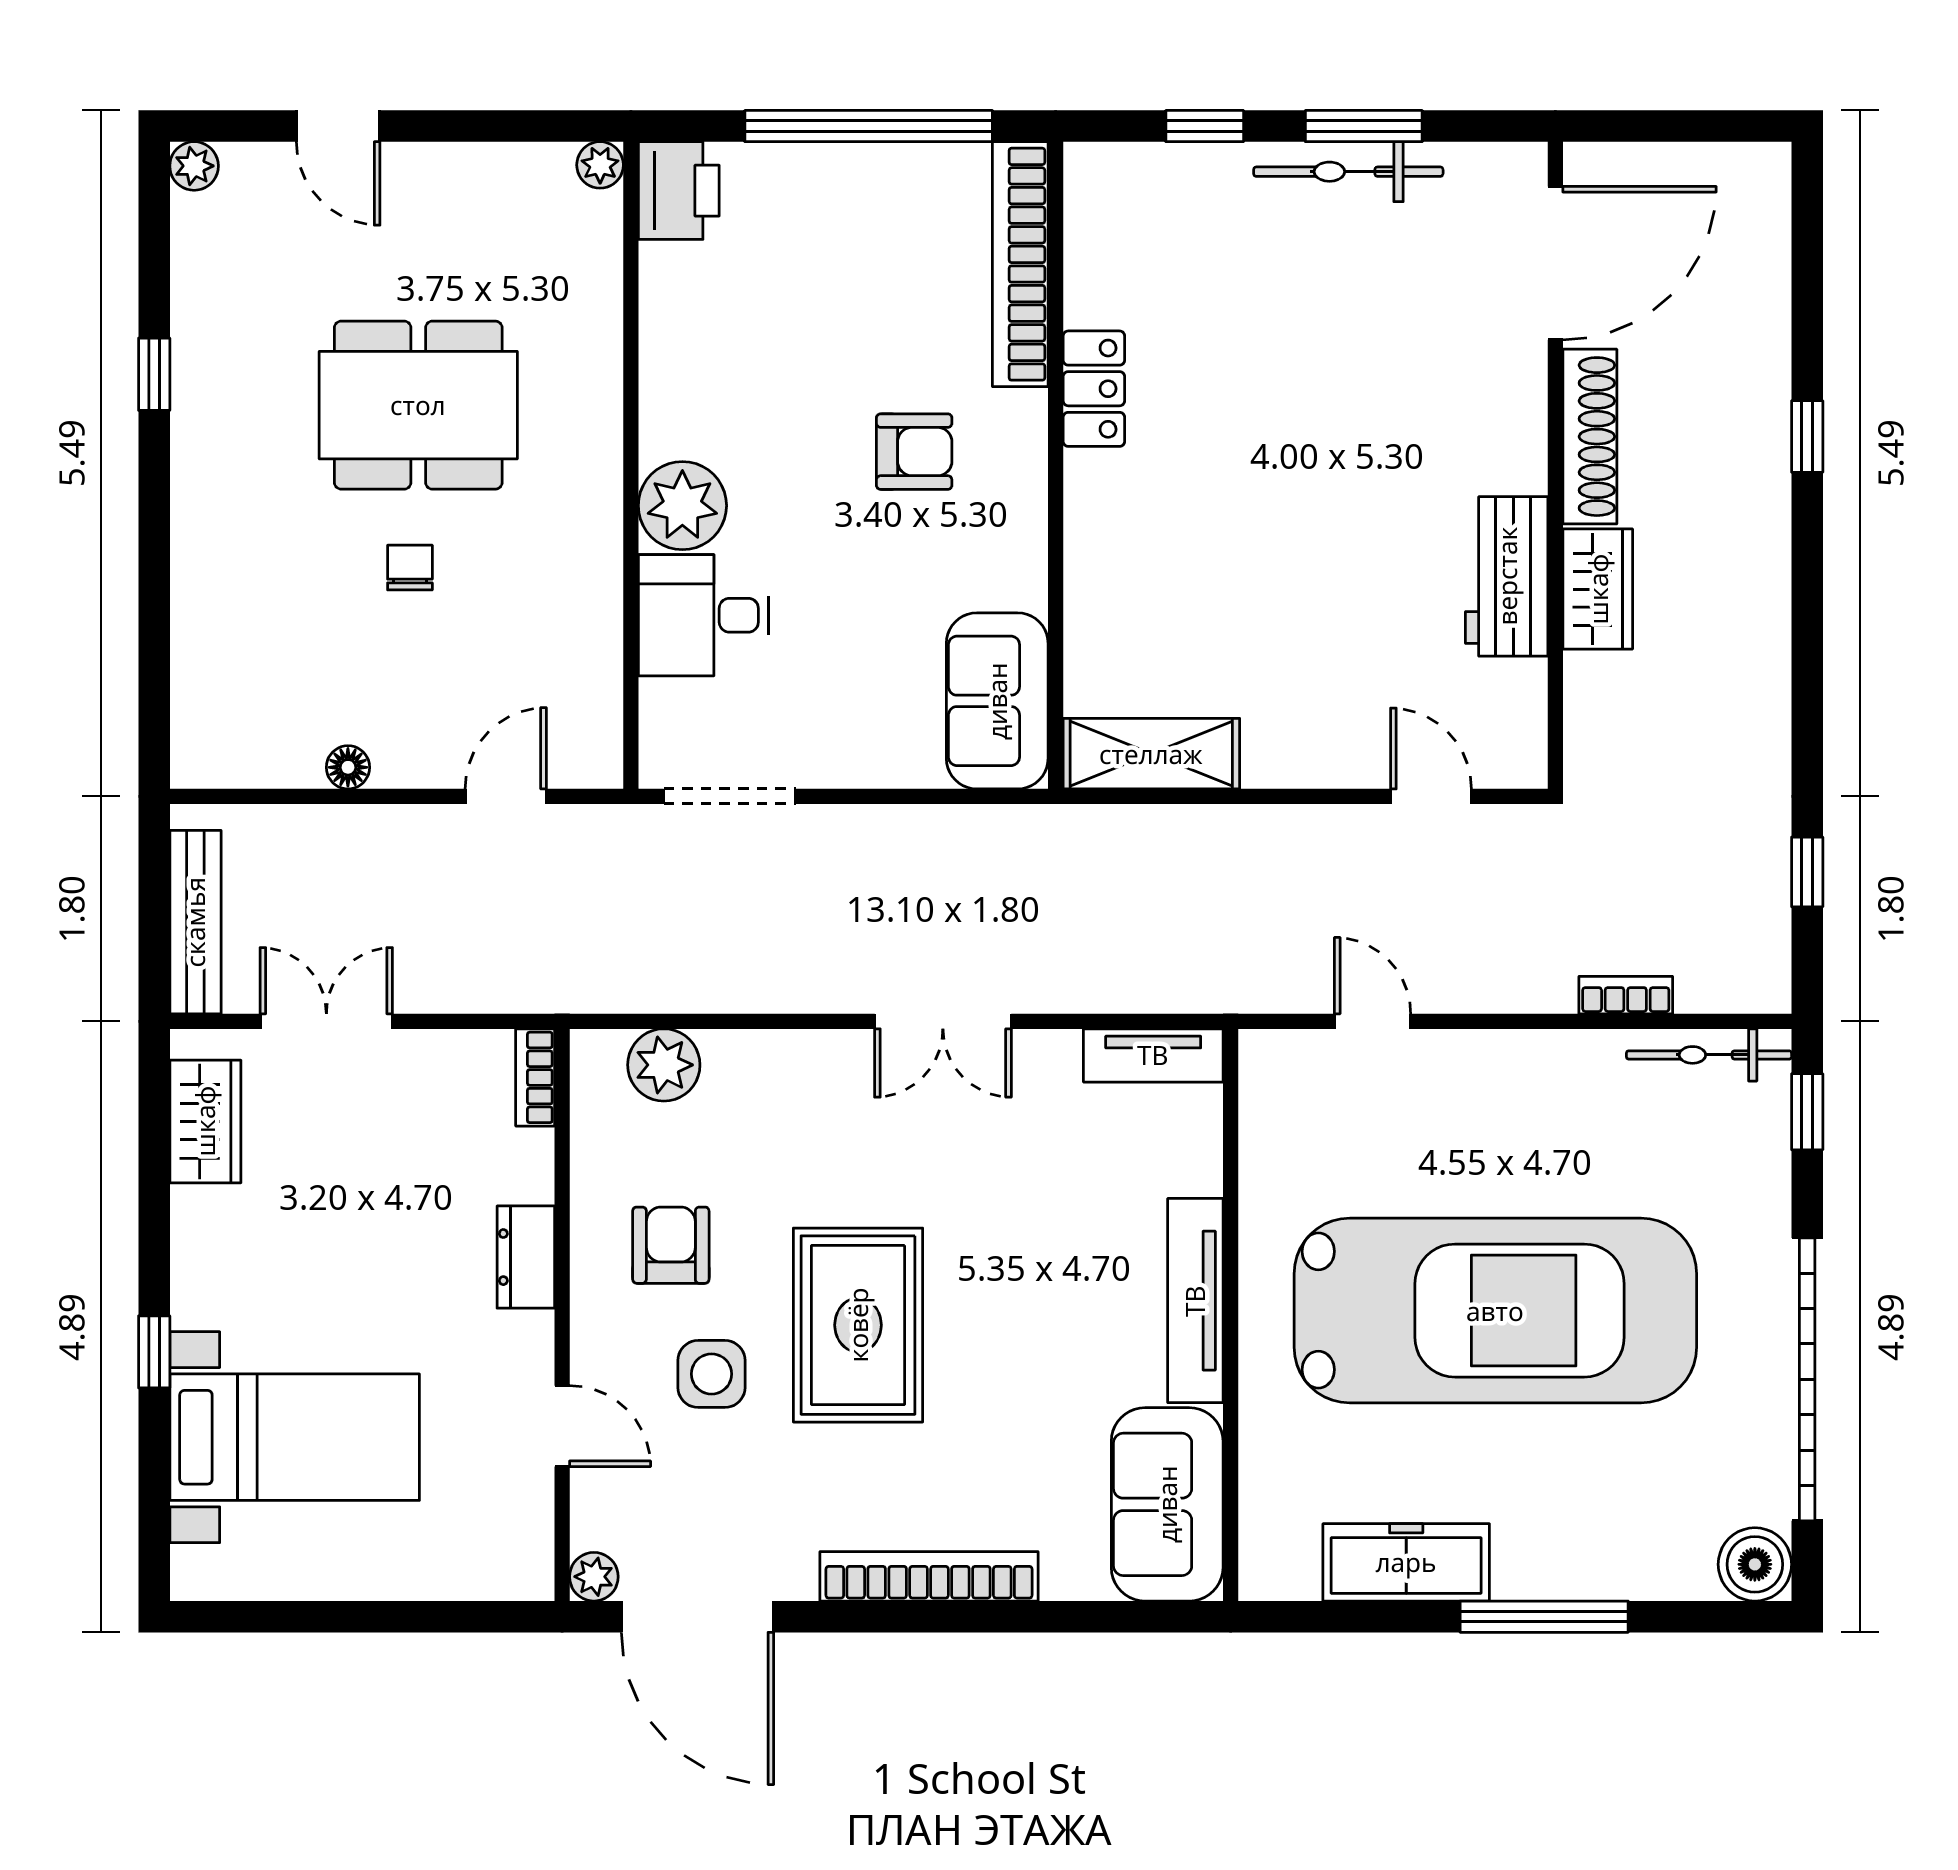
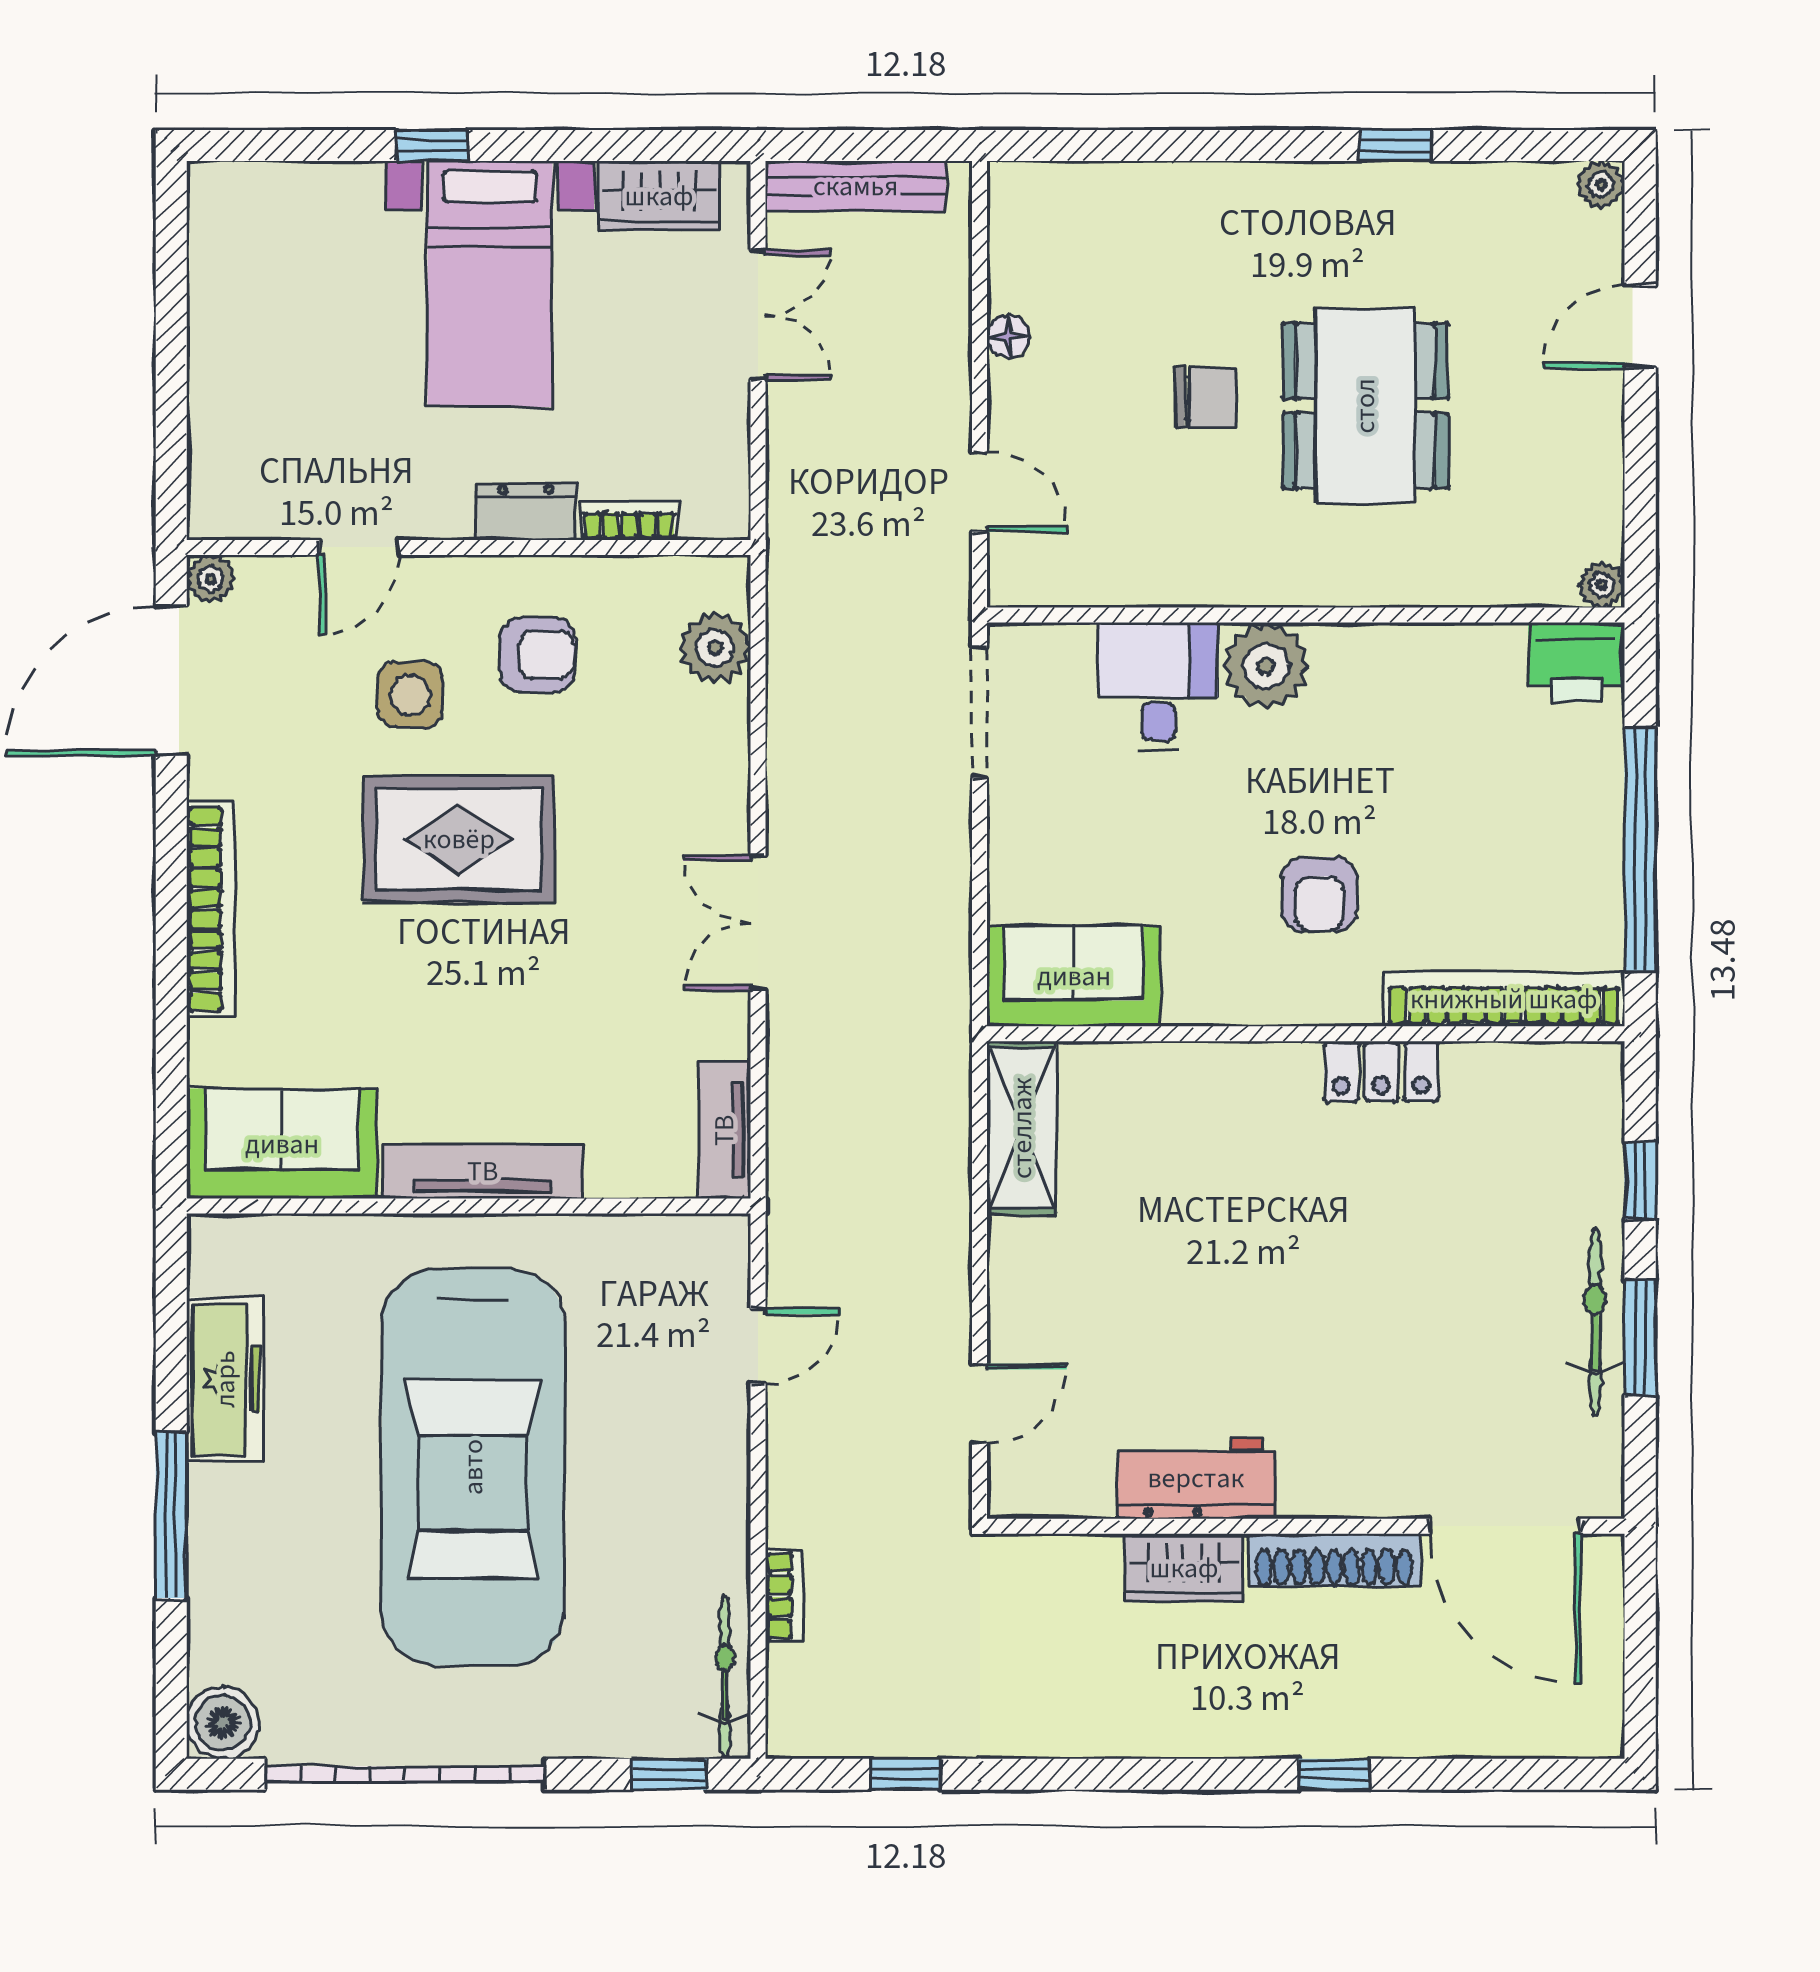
chair: (410, 568) -> (1205, 398), width x1.37, depth x1.37
bookcase: (535, 1077) -> (629, 521), moved
bed with nightstands: (295, 1437) -> (490, 284), moved

